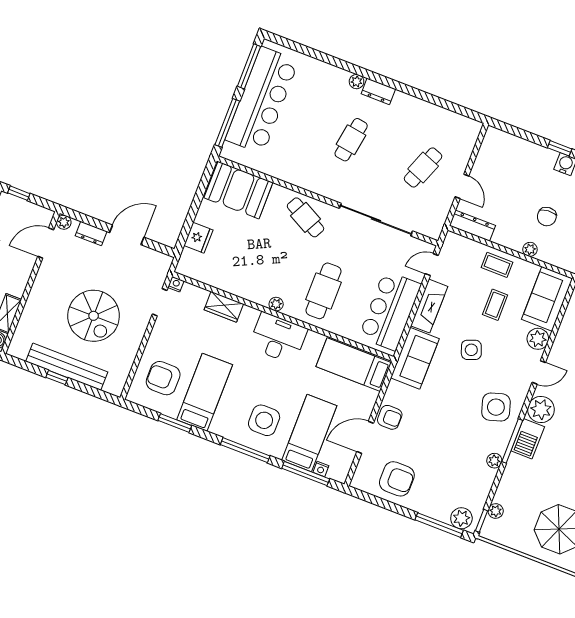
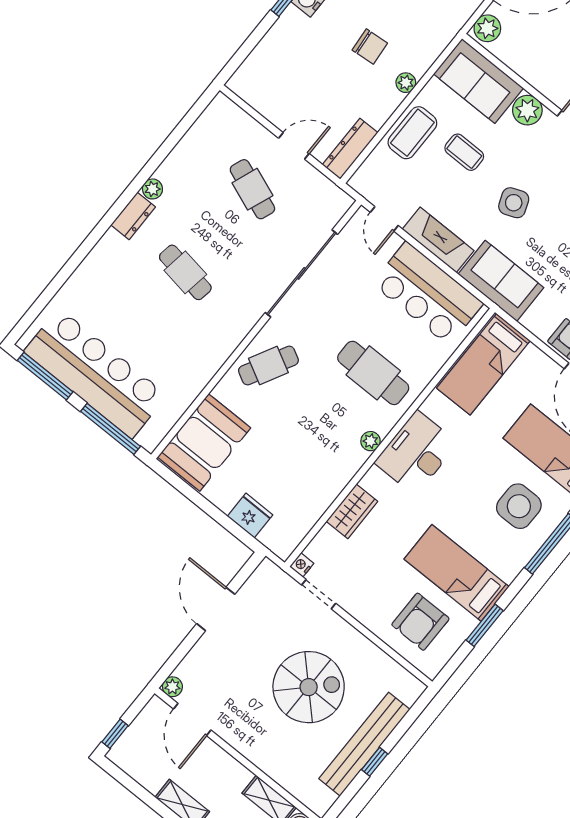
plant: (357, 82) -> (152, 189), moved
dresser: (91, 234) -> (199, 656), removed
coffee table: (497, 265) -> (412, 133), width x1.36, depth x1.30

